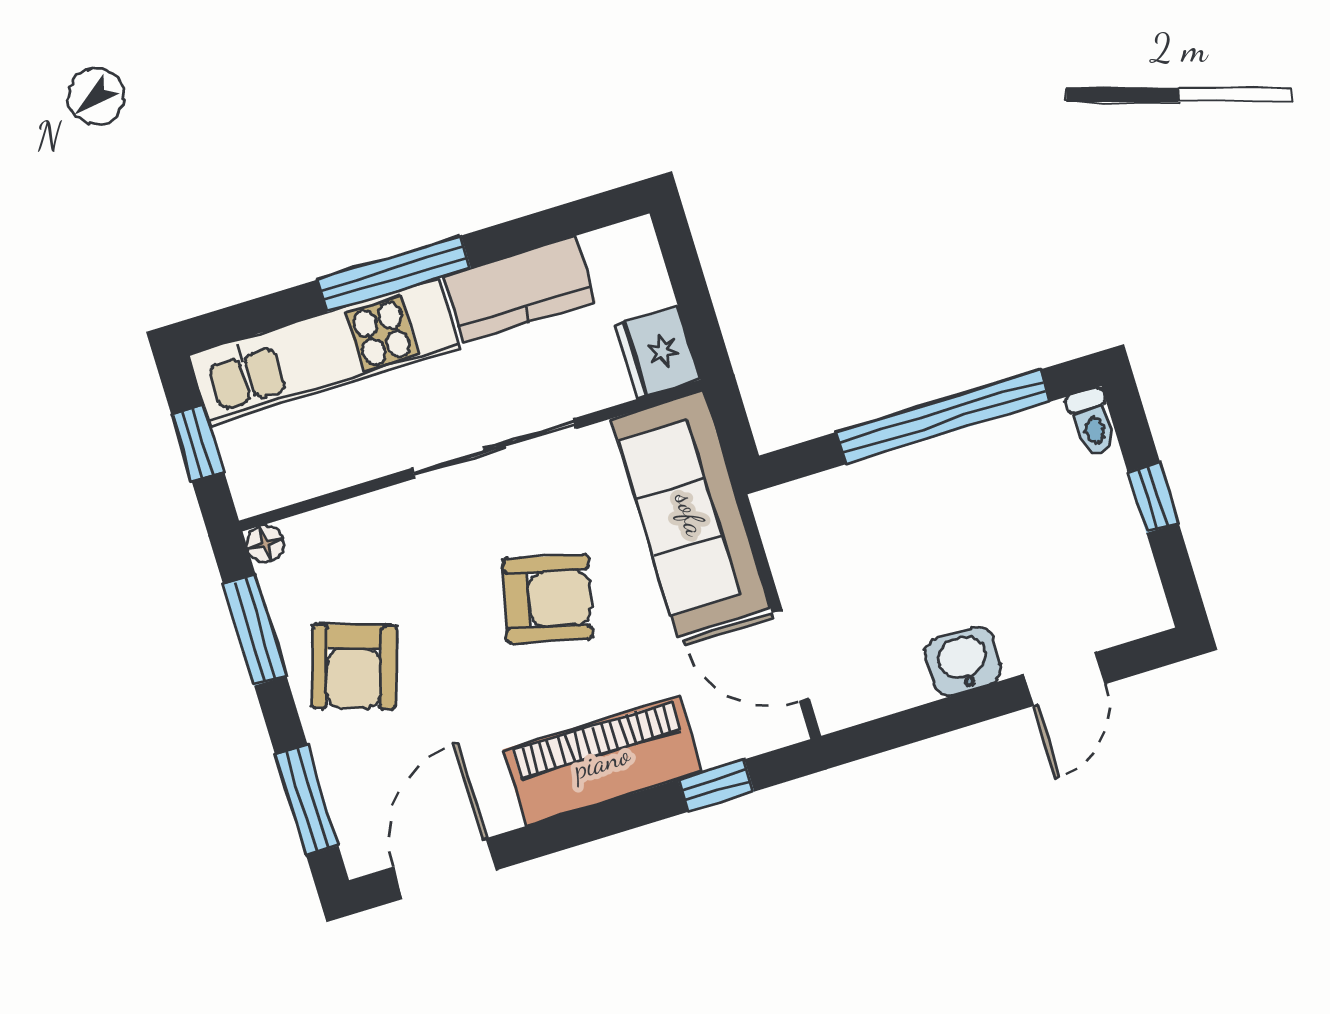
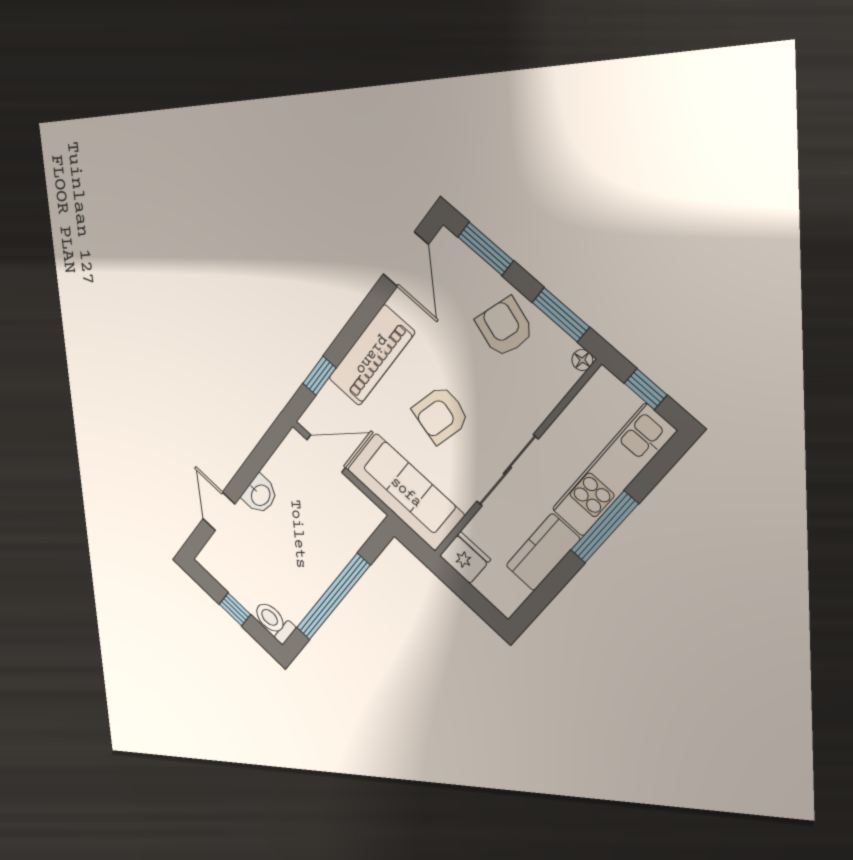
toilet: (1092, 422) -> (274, 622), width x1.37, depth x1.39

